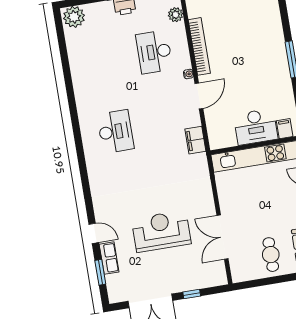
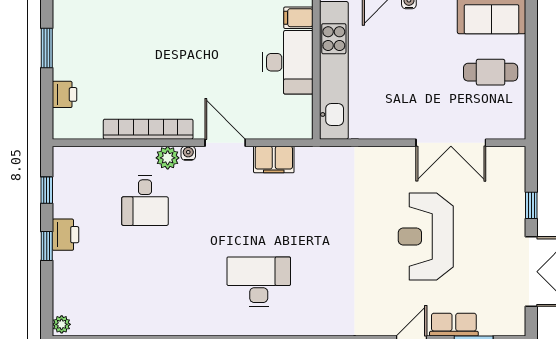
plant: (176, 15) -> (168, 158), moved
plant: (74, 17) -> (62, 324), width x0.53, depth x0.53
desk: (154, 52) -> (145, 201), width x0.73
filing cabinet: (195, 140) -> (274, 160), moved

